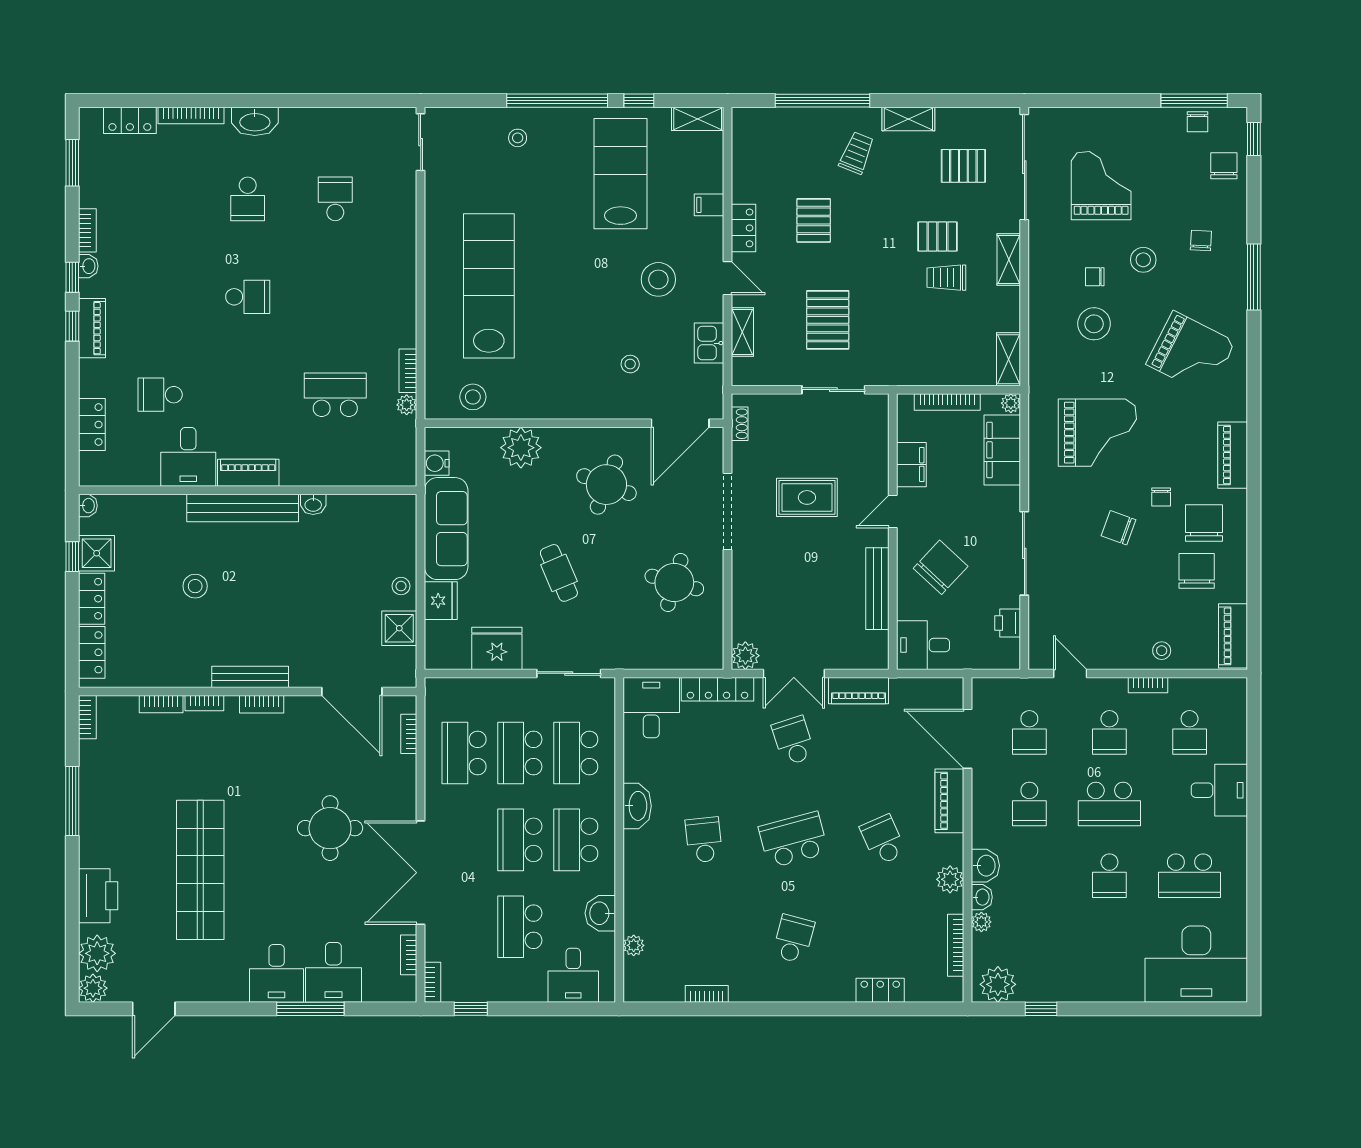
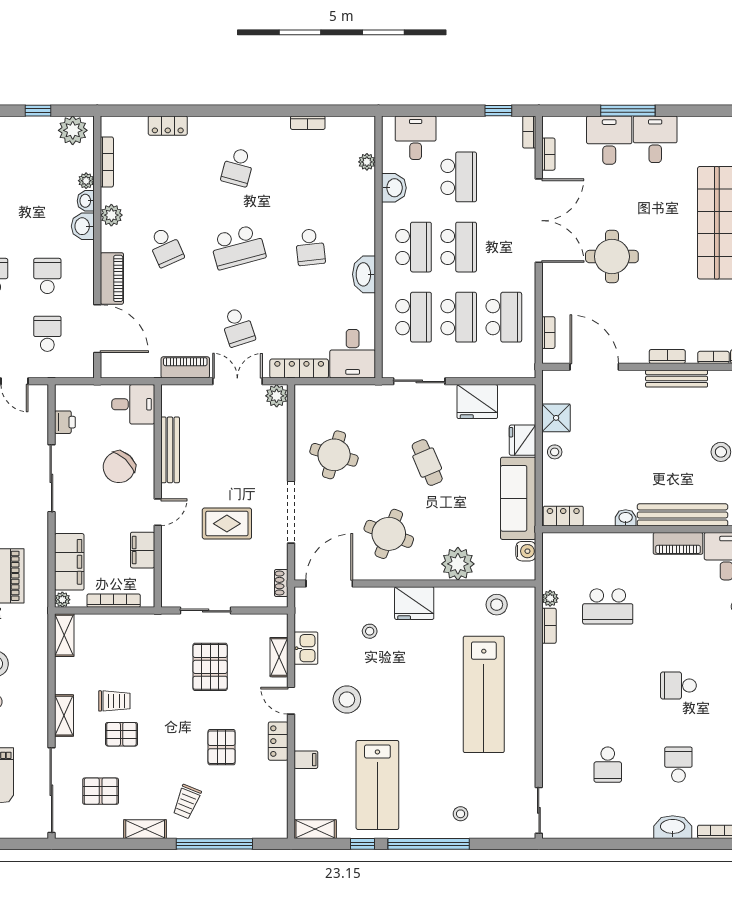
fridge: (575, 399) -> (414, 603), added
locker: (390, 507) -> (563, 516), added

